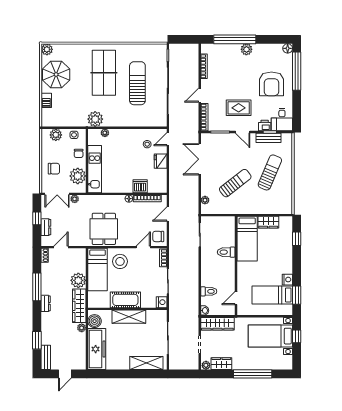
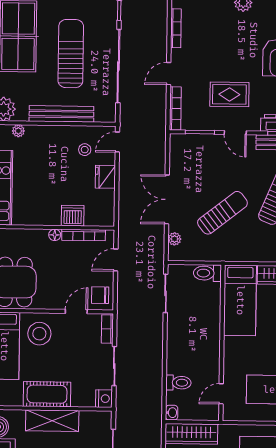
bench: (132, 122) -> (61, 114), added
double door: (200, 159) -> (167, 199), moved
toilet: (226, 252) -> (207, 273), moved

